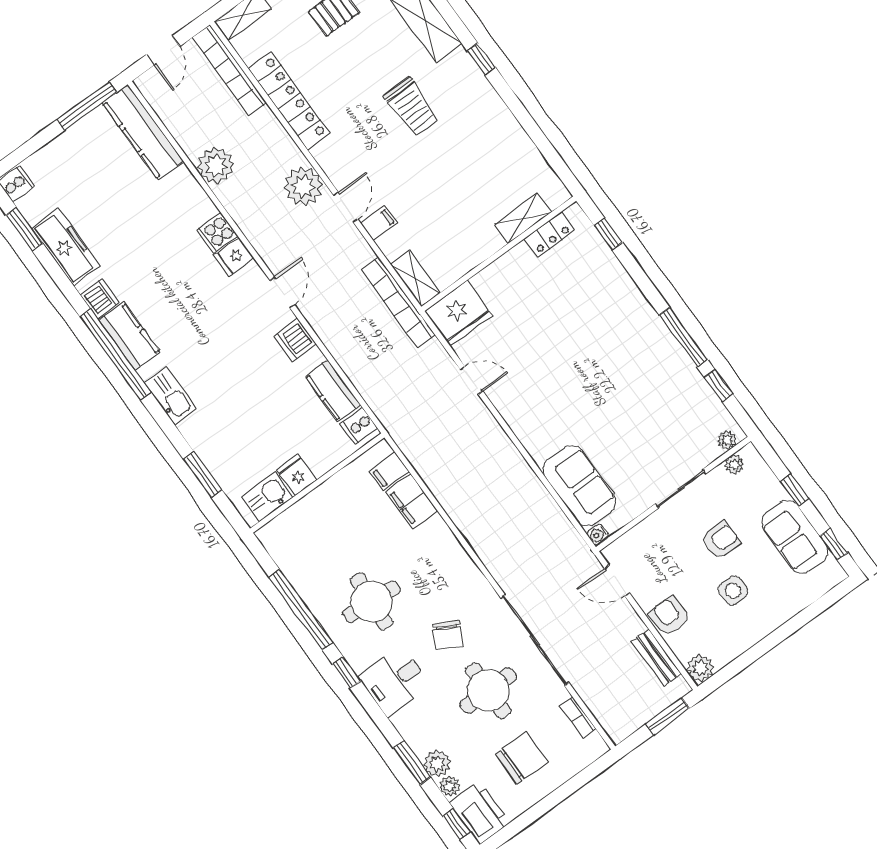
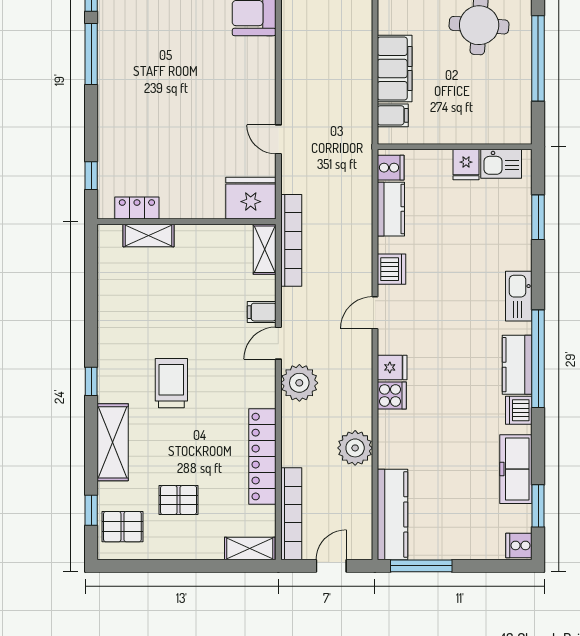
filing cabinet: (412, 502) -> (395, 69), width x1.50, depth x1.17

